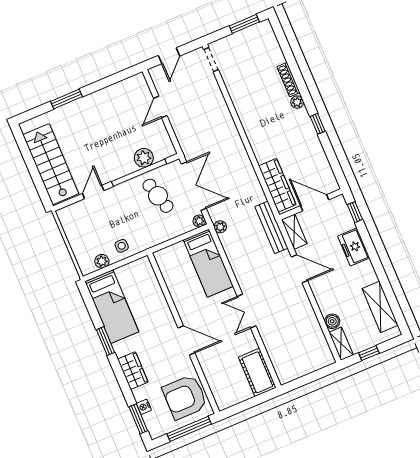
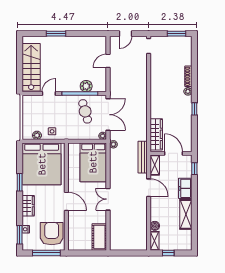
bed: (208, 263) -> (93, 162), width x1.50
bed: (112, 307) -> (42, 164), width x2.04
shelving: (380, 307) -> (186, 214), moved
armchair: (185, 397) -> (52, 234), turned 90

